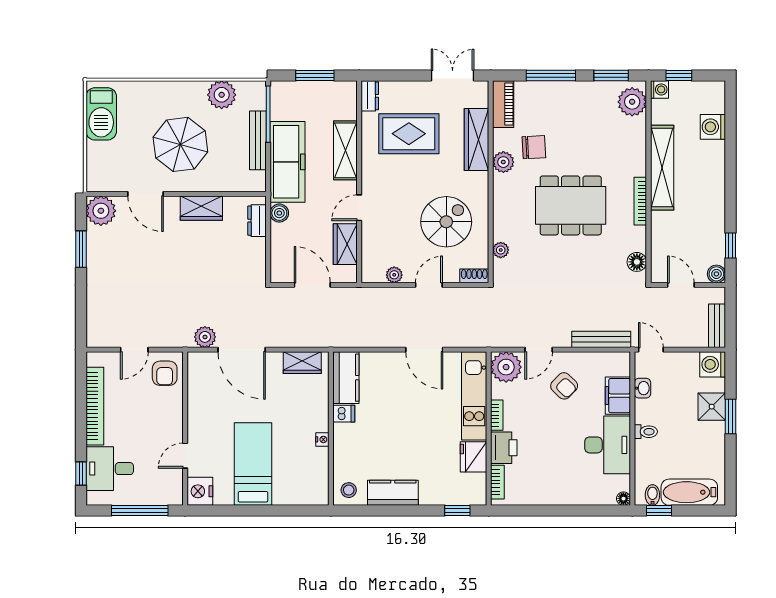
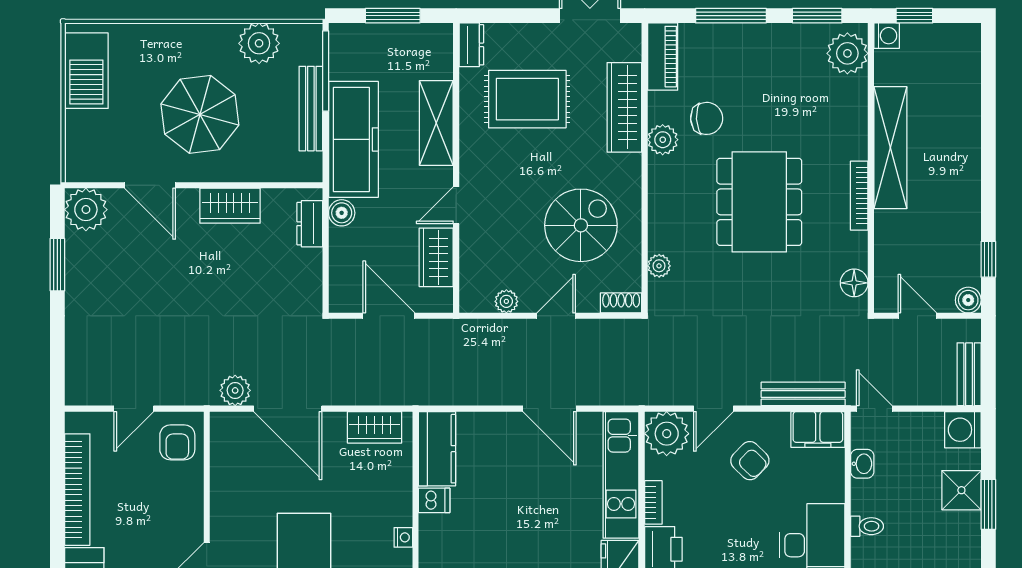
washing machine: (713, 127) -> (963, 89), removed
dining table: (571, 205) -> (759, 202), turned 90
filing cabinet: (618, 396) -> (818, 429), moved, turned -90

